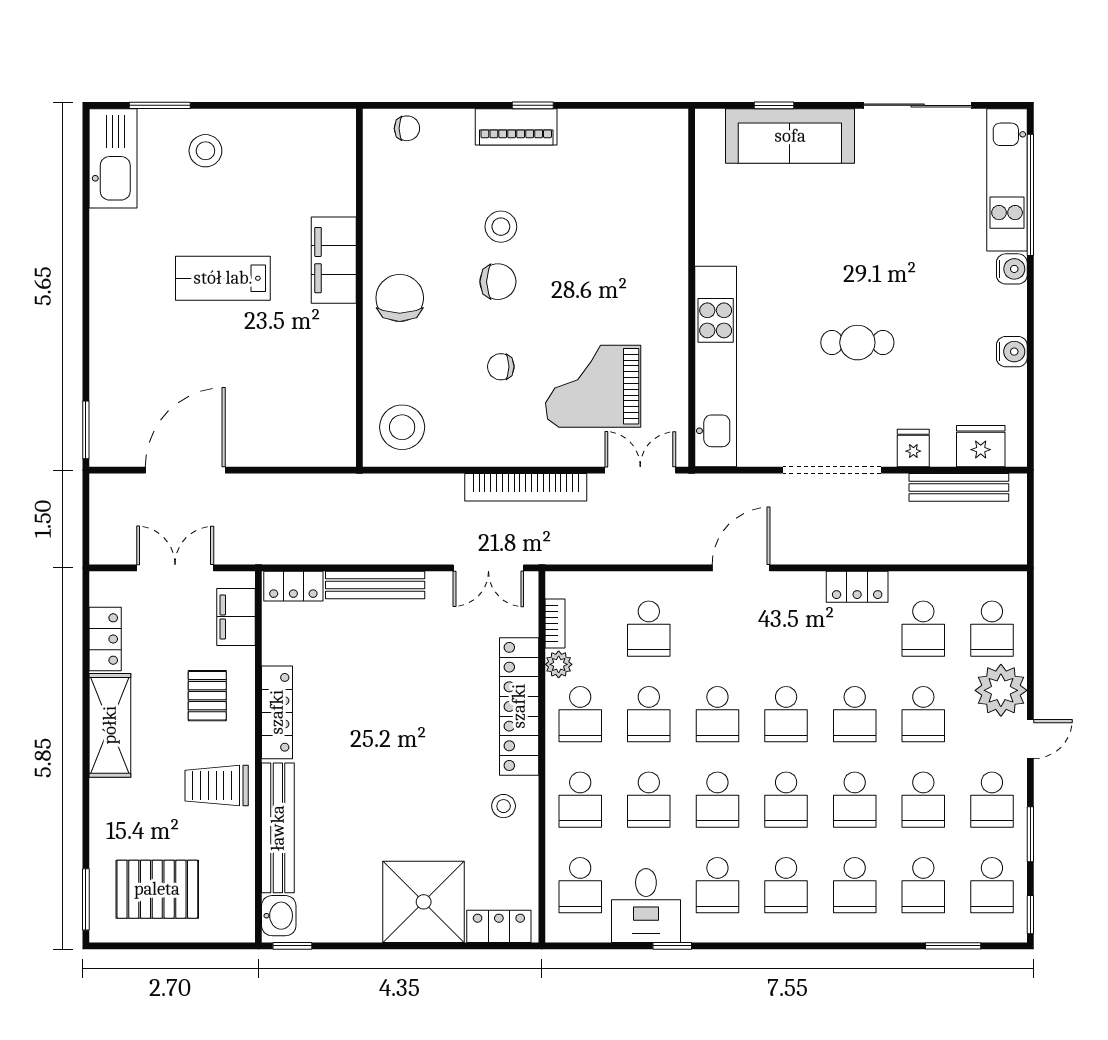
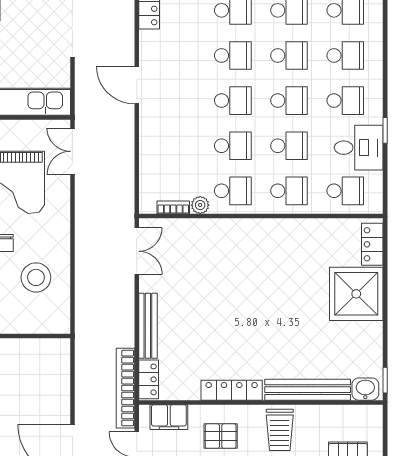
stool: (402, 427) -> (36, 277), moved
bookcase: (526, 487) -> (125, 388), moved, turned 180
school desk: (649, 629) -> (177, 146), removed
locker: (519, 706) -> (228, 231), removed
stool: (504, 806) -> (293, 241), removed

